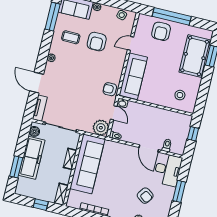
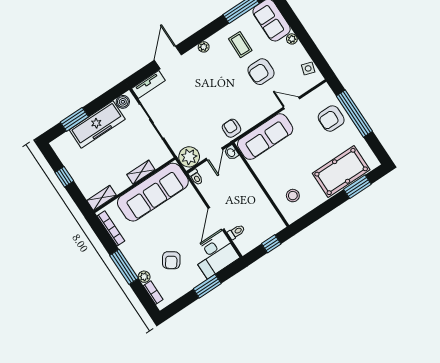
shelving: (70, 159) -> (141, 172), moved
sofa: (87, 164) -> (153, 192), moved
wall: (73, 170) -> (134, 185), moved
shelving: (61, 194) -> (101, 198), moved

